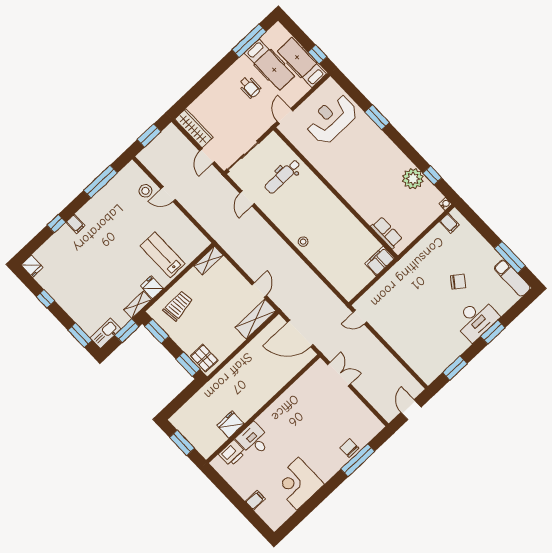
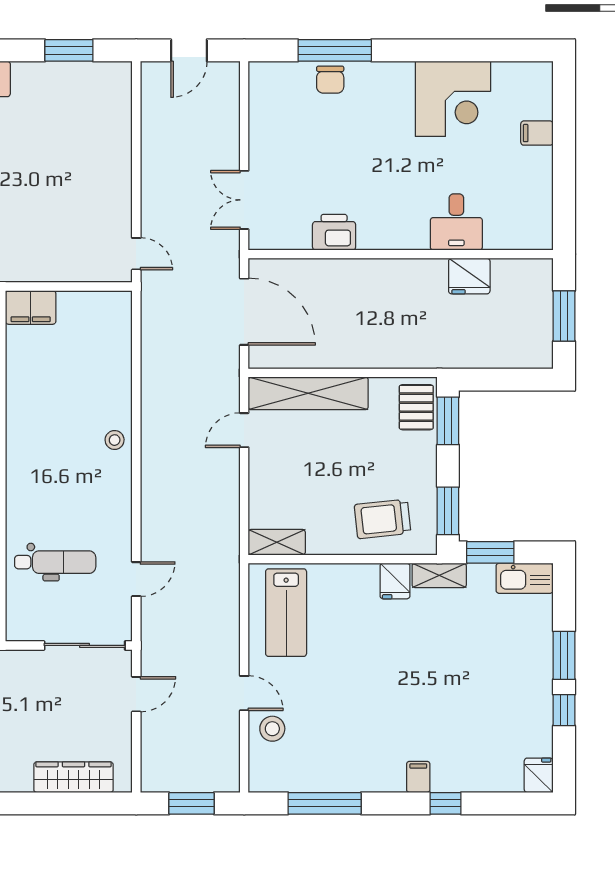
wardrobe: (194, 128) -> (73, 777), moved, turned 90
lab bench: (163, 255) -> (286, 613), moved
shelving: (256, 319) -> (308, 393), width x1.47
window: (80, 335) -> (564, 655), moved
printer: (232, 453) -> (334, 232), moved

